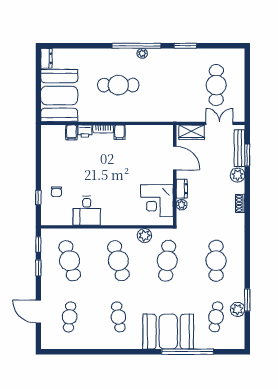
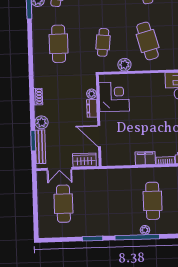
plant: (142, 53) -> (145, 230), moved
cafe table: (118, 85) -> (153, 201), turned 90
filing cabinet: (120, 132) -> (145, 158), width x2.00
cafe table: (167, 261) -> (103, 42), width x0.73, depth x0.74

